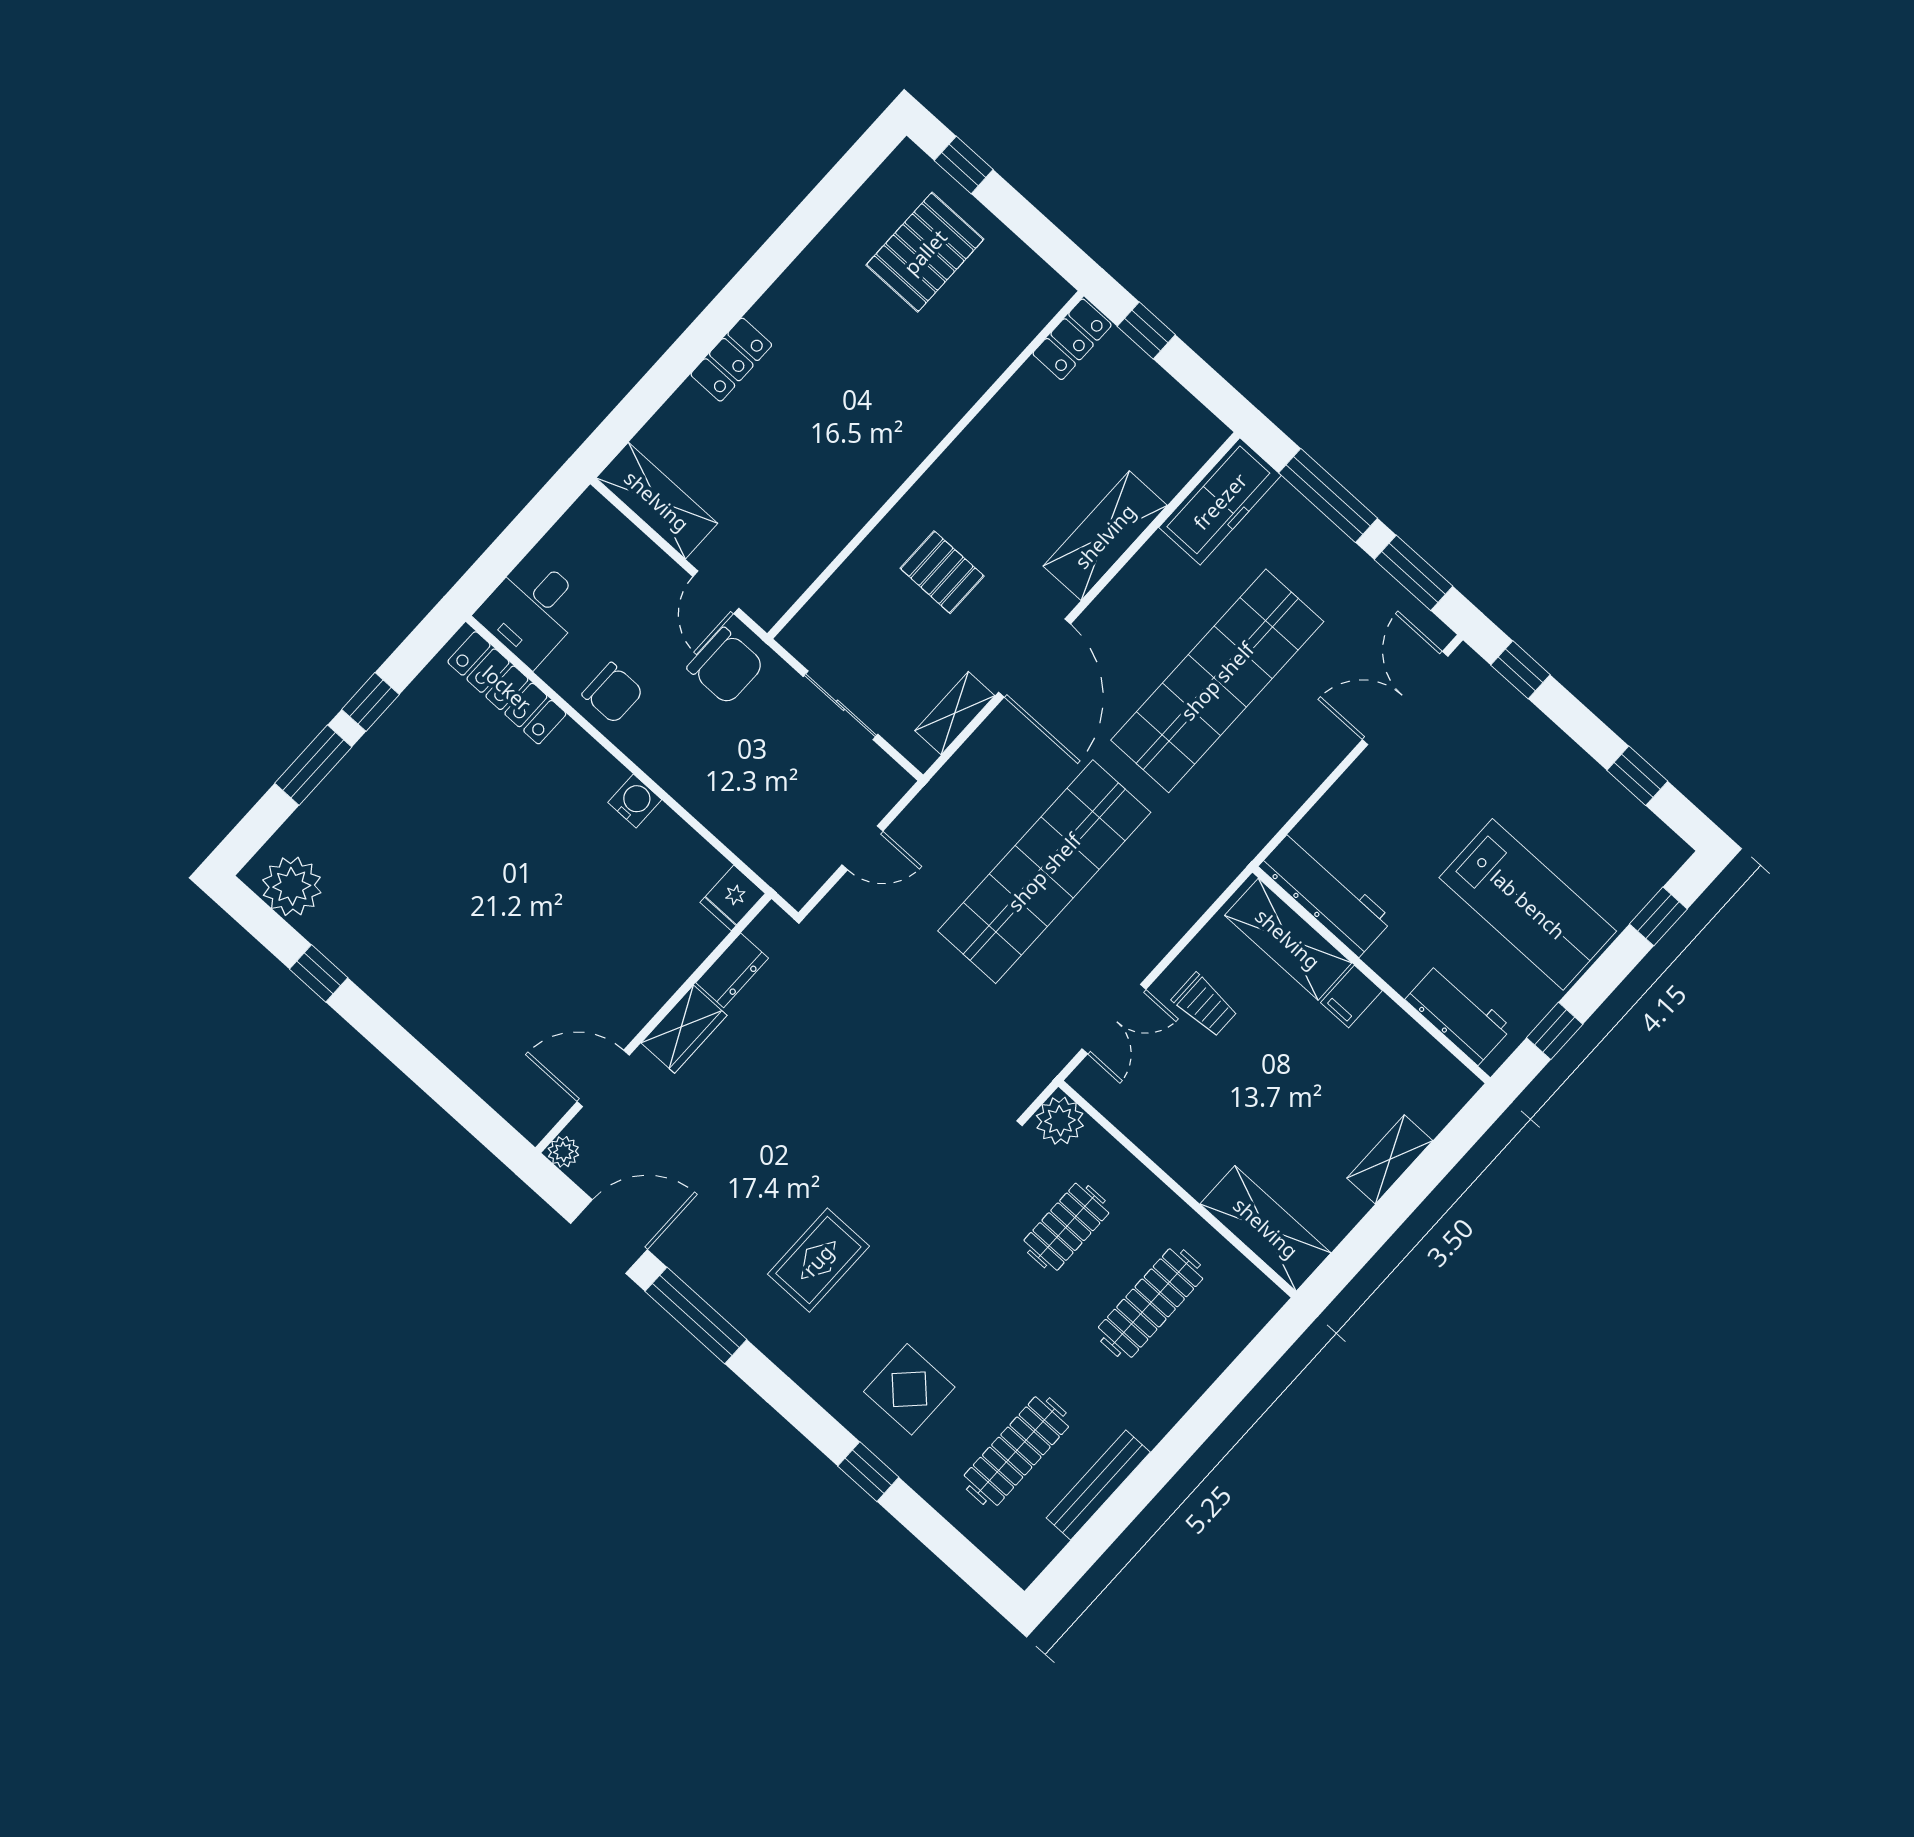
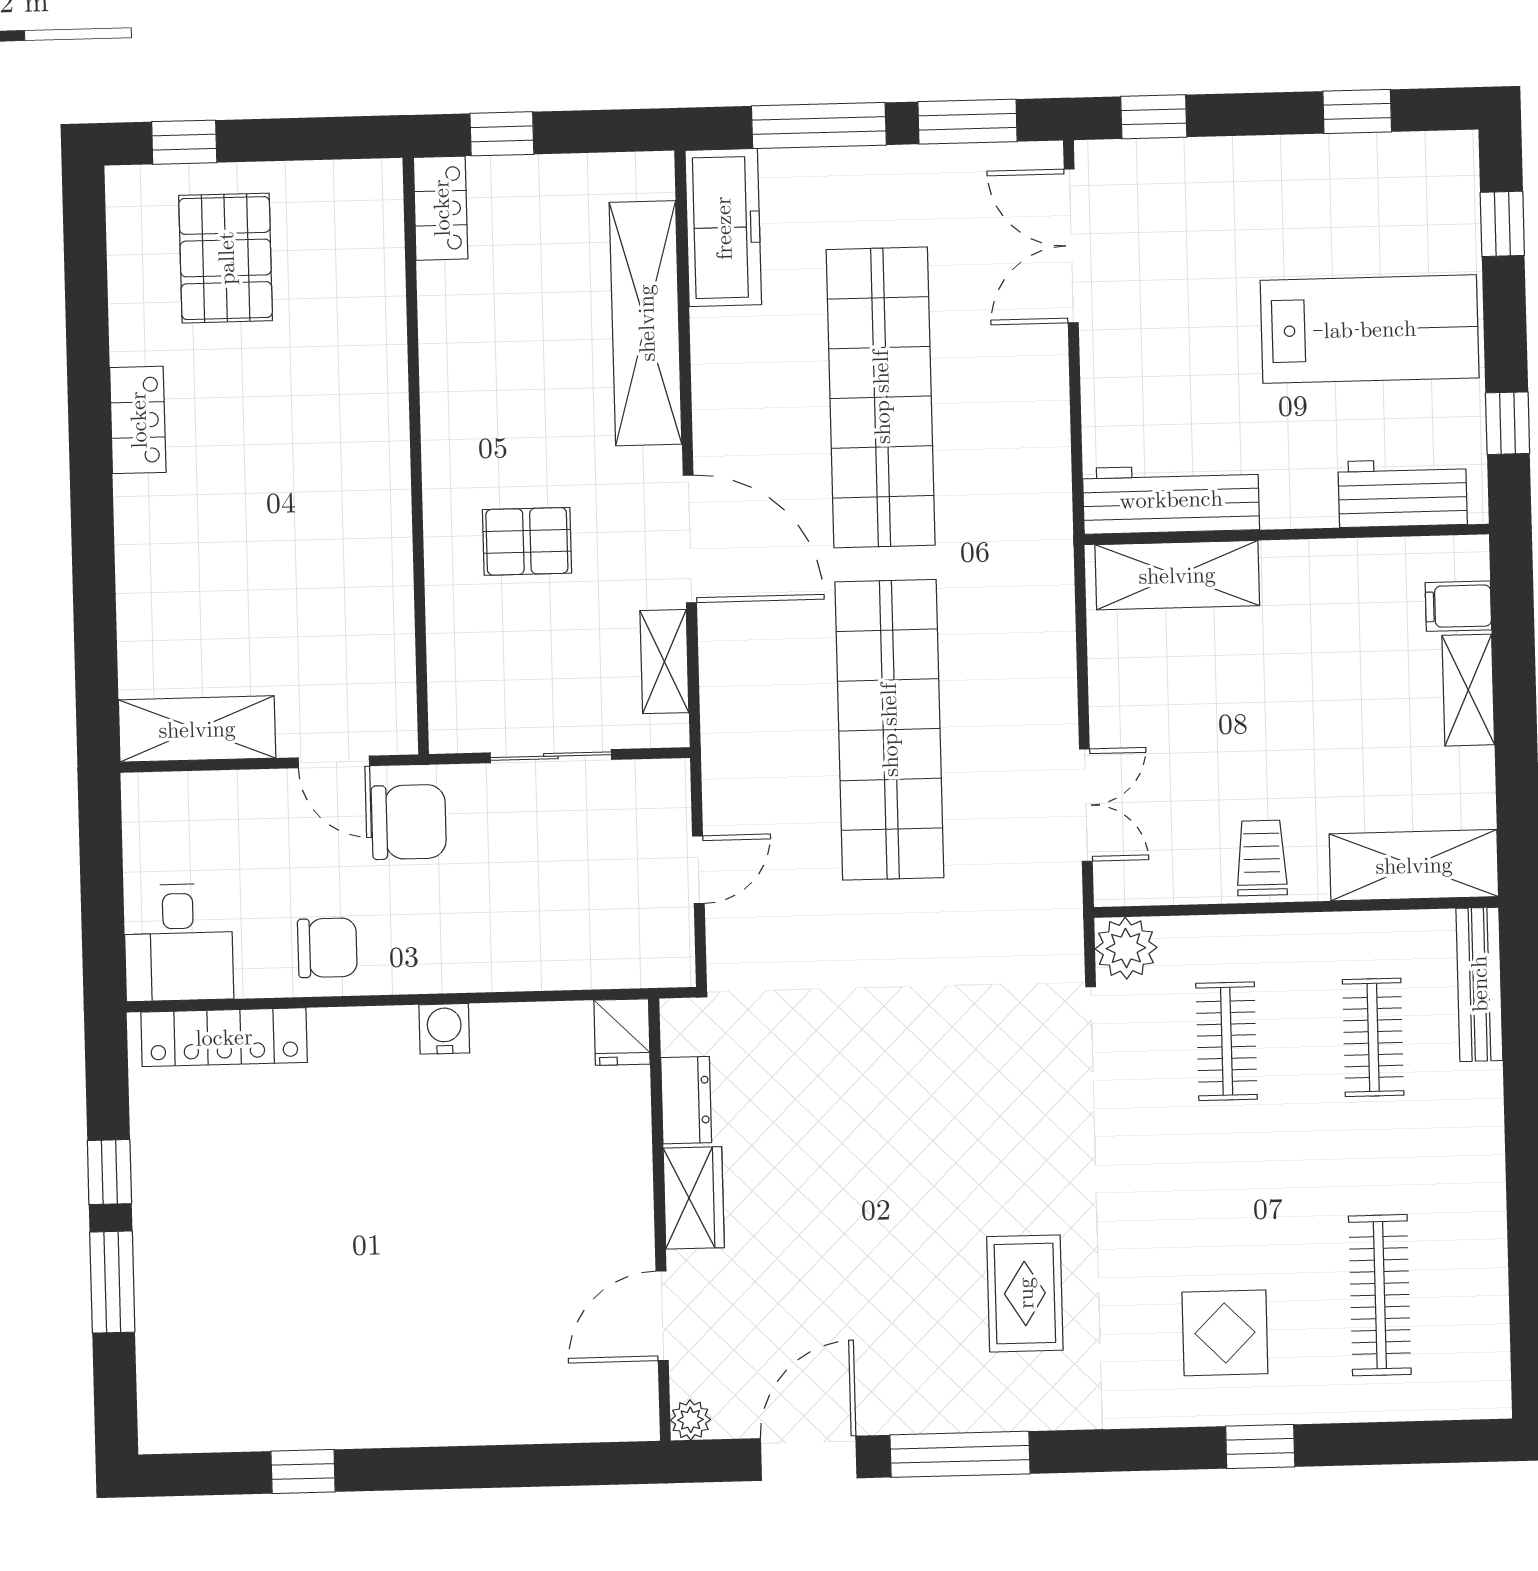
locker: (731, 360) -> (138, 420), moved
shelving: (1105, 536) -> (646, 323), width x1.47
plant: (292, 886) -> (200, 1414), removed
filing cabinet: (1351, 997) -> (1458, 606), moved, turned 90
trolley: (1205, 1005) -> (1262, 858), moved, turned -90
clothes rail: (1151, 1303) -> (1373, 1037), width x0.73
bench: (1098, 1485) -> (1479, 984), moved

